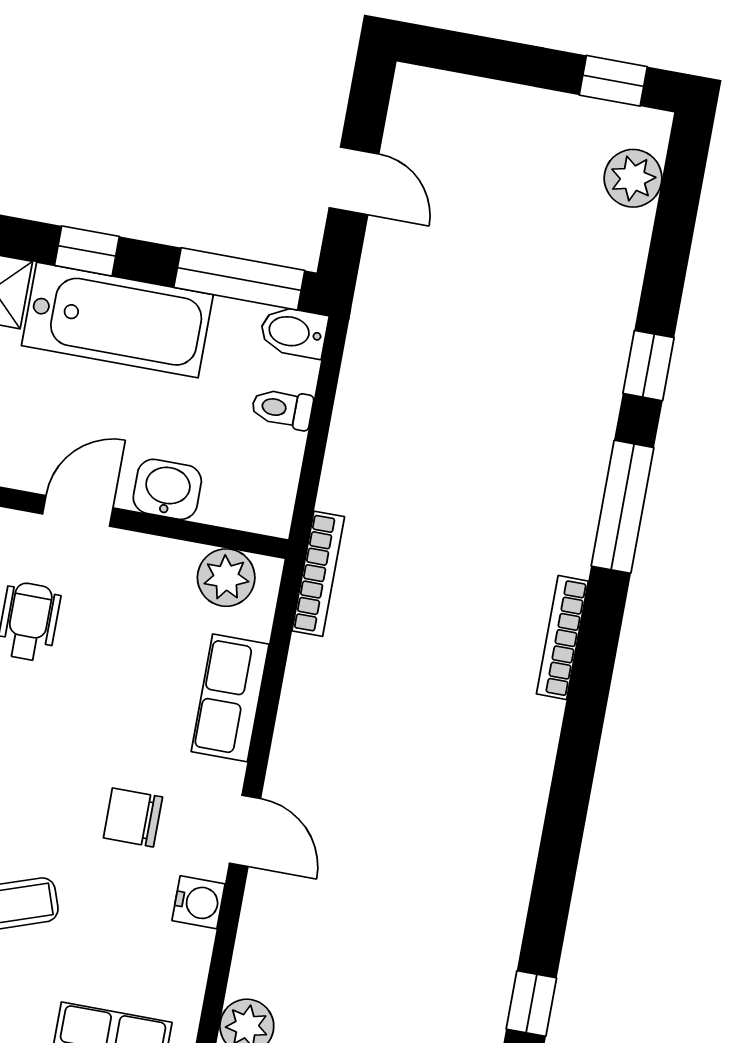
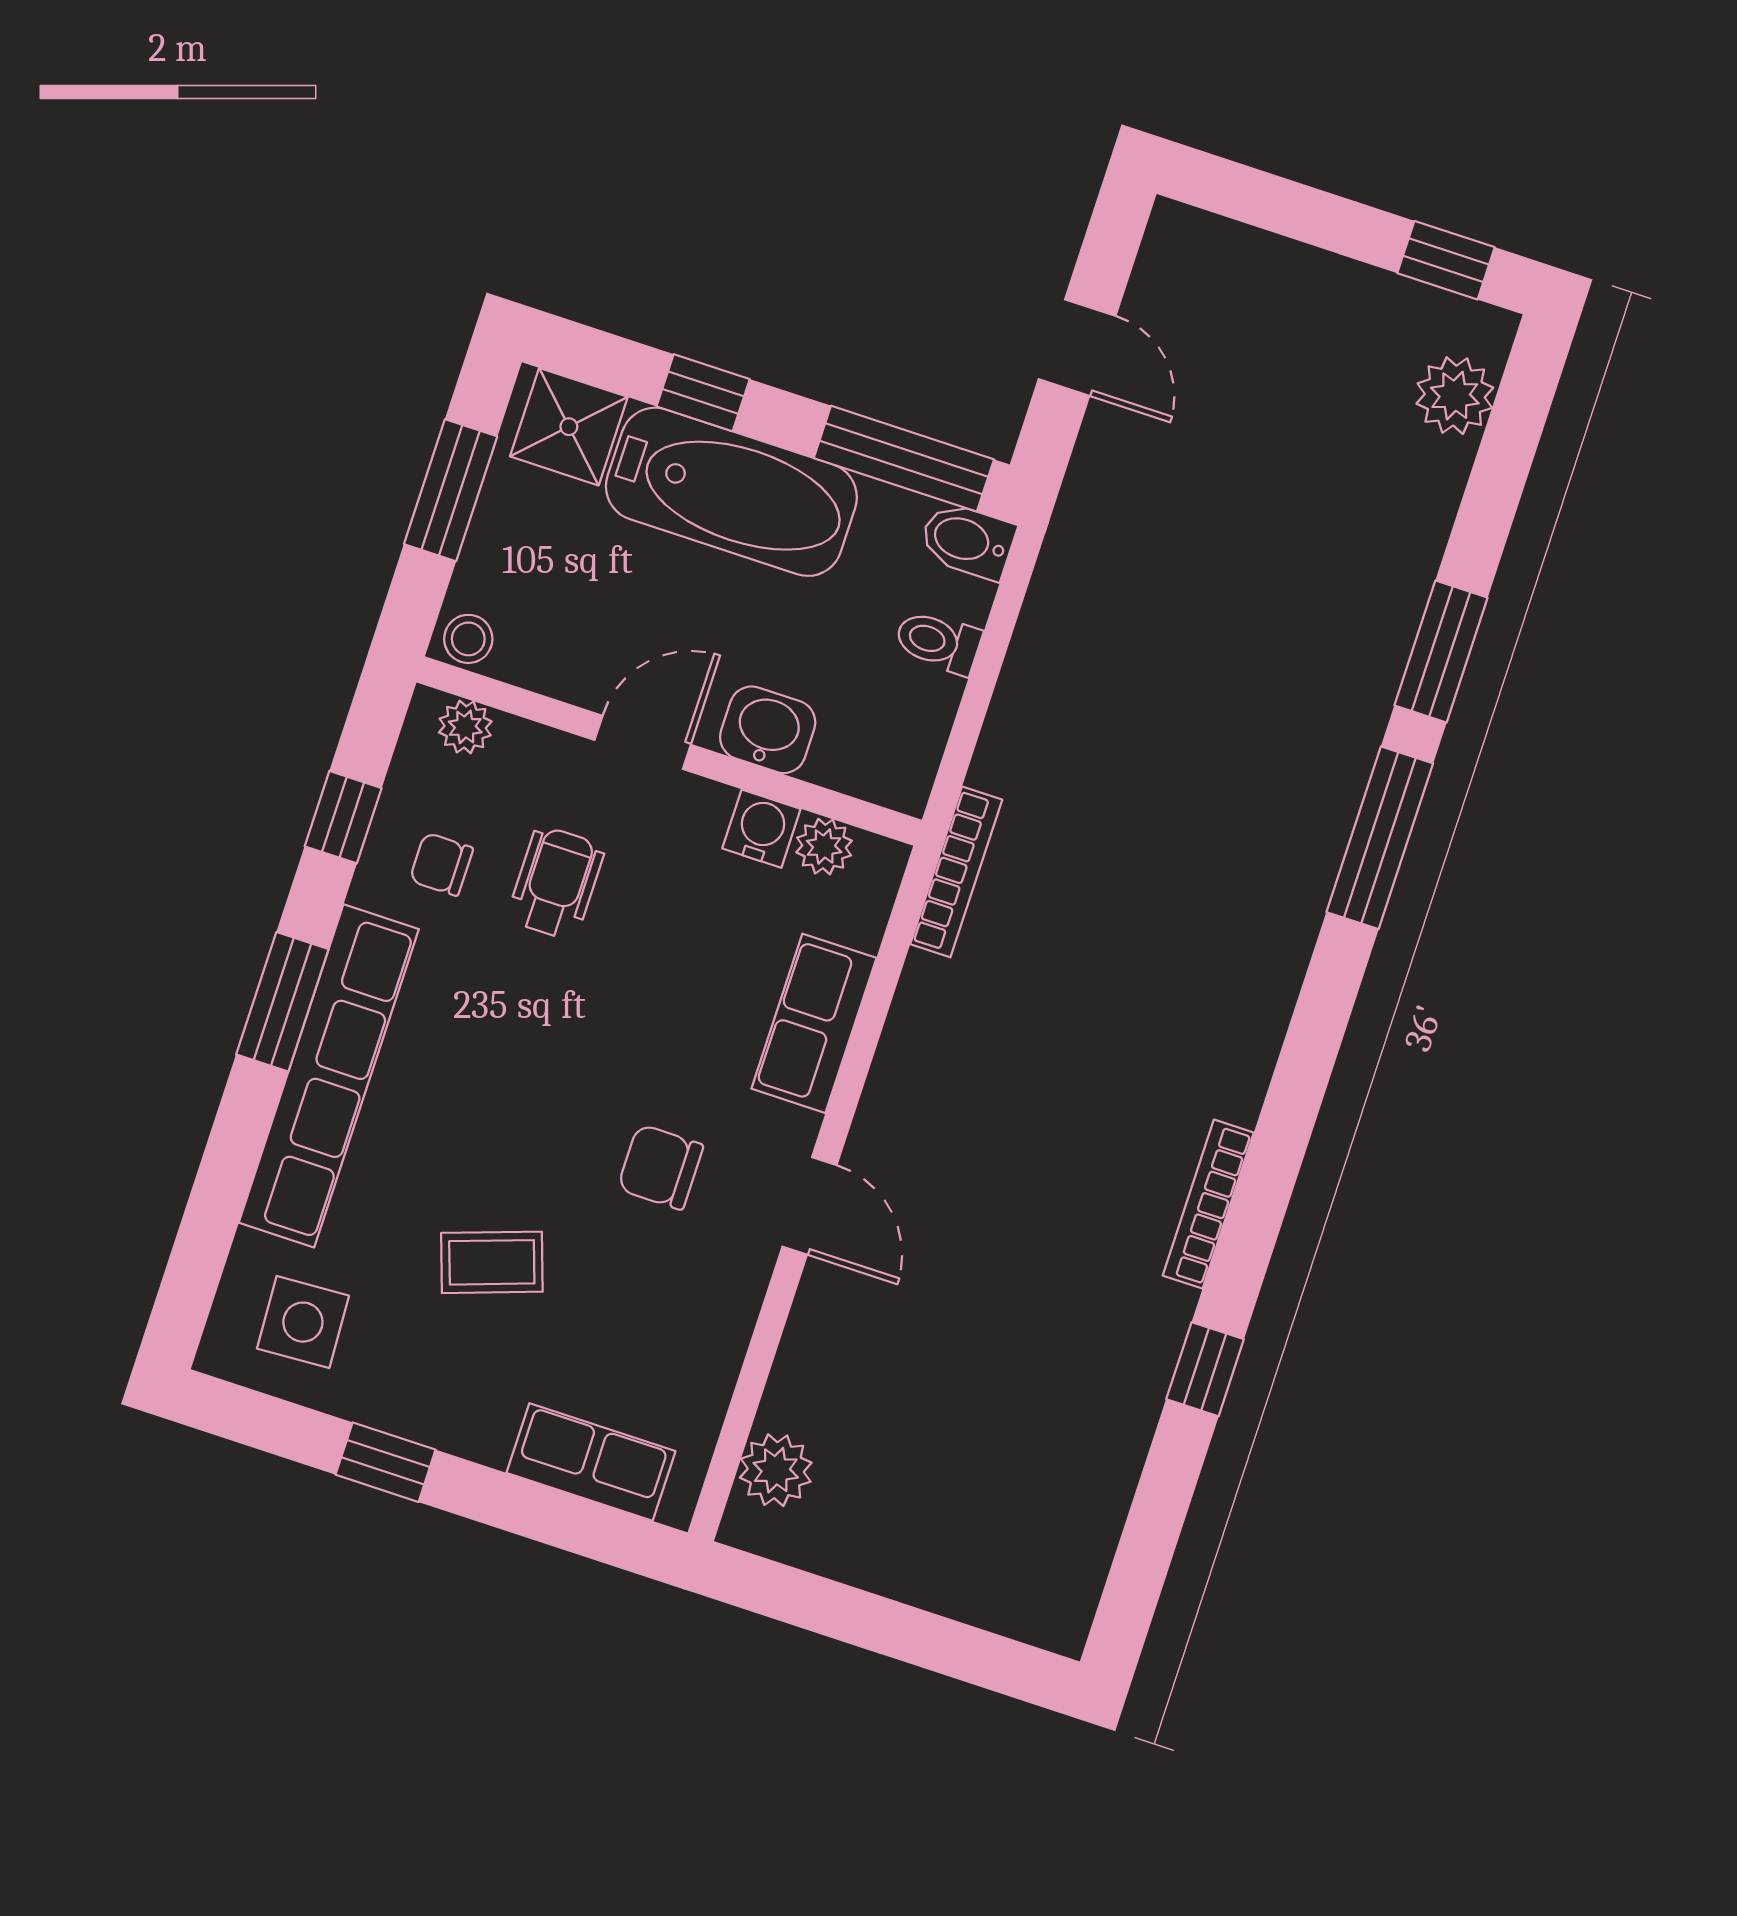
window: (648, 366) -> (1441, 652), width x1.50
plant: (226, 578) -> (824, 847), width x0.73, depth x0.73
bookcase: (562, 637) -> (1208, 1204), moved
water cooler: (198, 902) -> (761, 829), moved, turned -90
window: (531, 1003) -> (1205, 1369), moved

